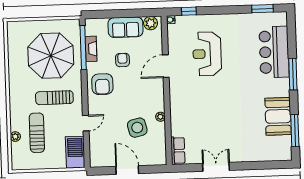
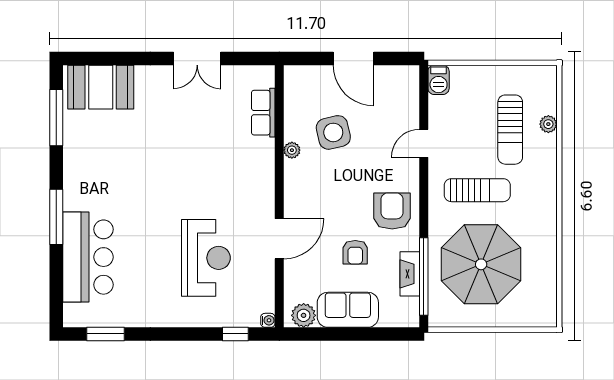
booth: (278, 116) -> (101, 87), moved, turned 90
row of seats: (178, 151) -> (263, 113), moved
barbecue: (75, 152) -> (439, 80), width x0.53, depth x0.65

